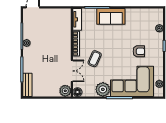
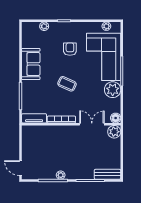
sofa: (111, 16) -> (31, 64), moved
coffee table: (95, 59) -> (67, 84), moved

